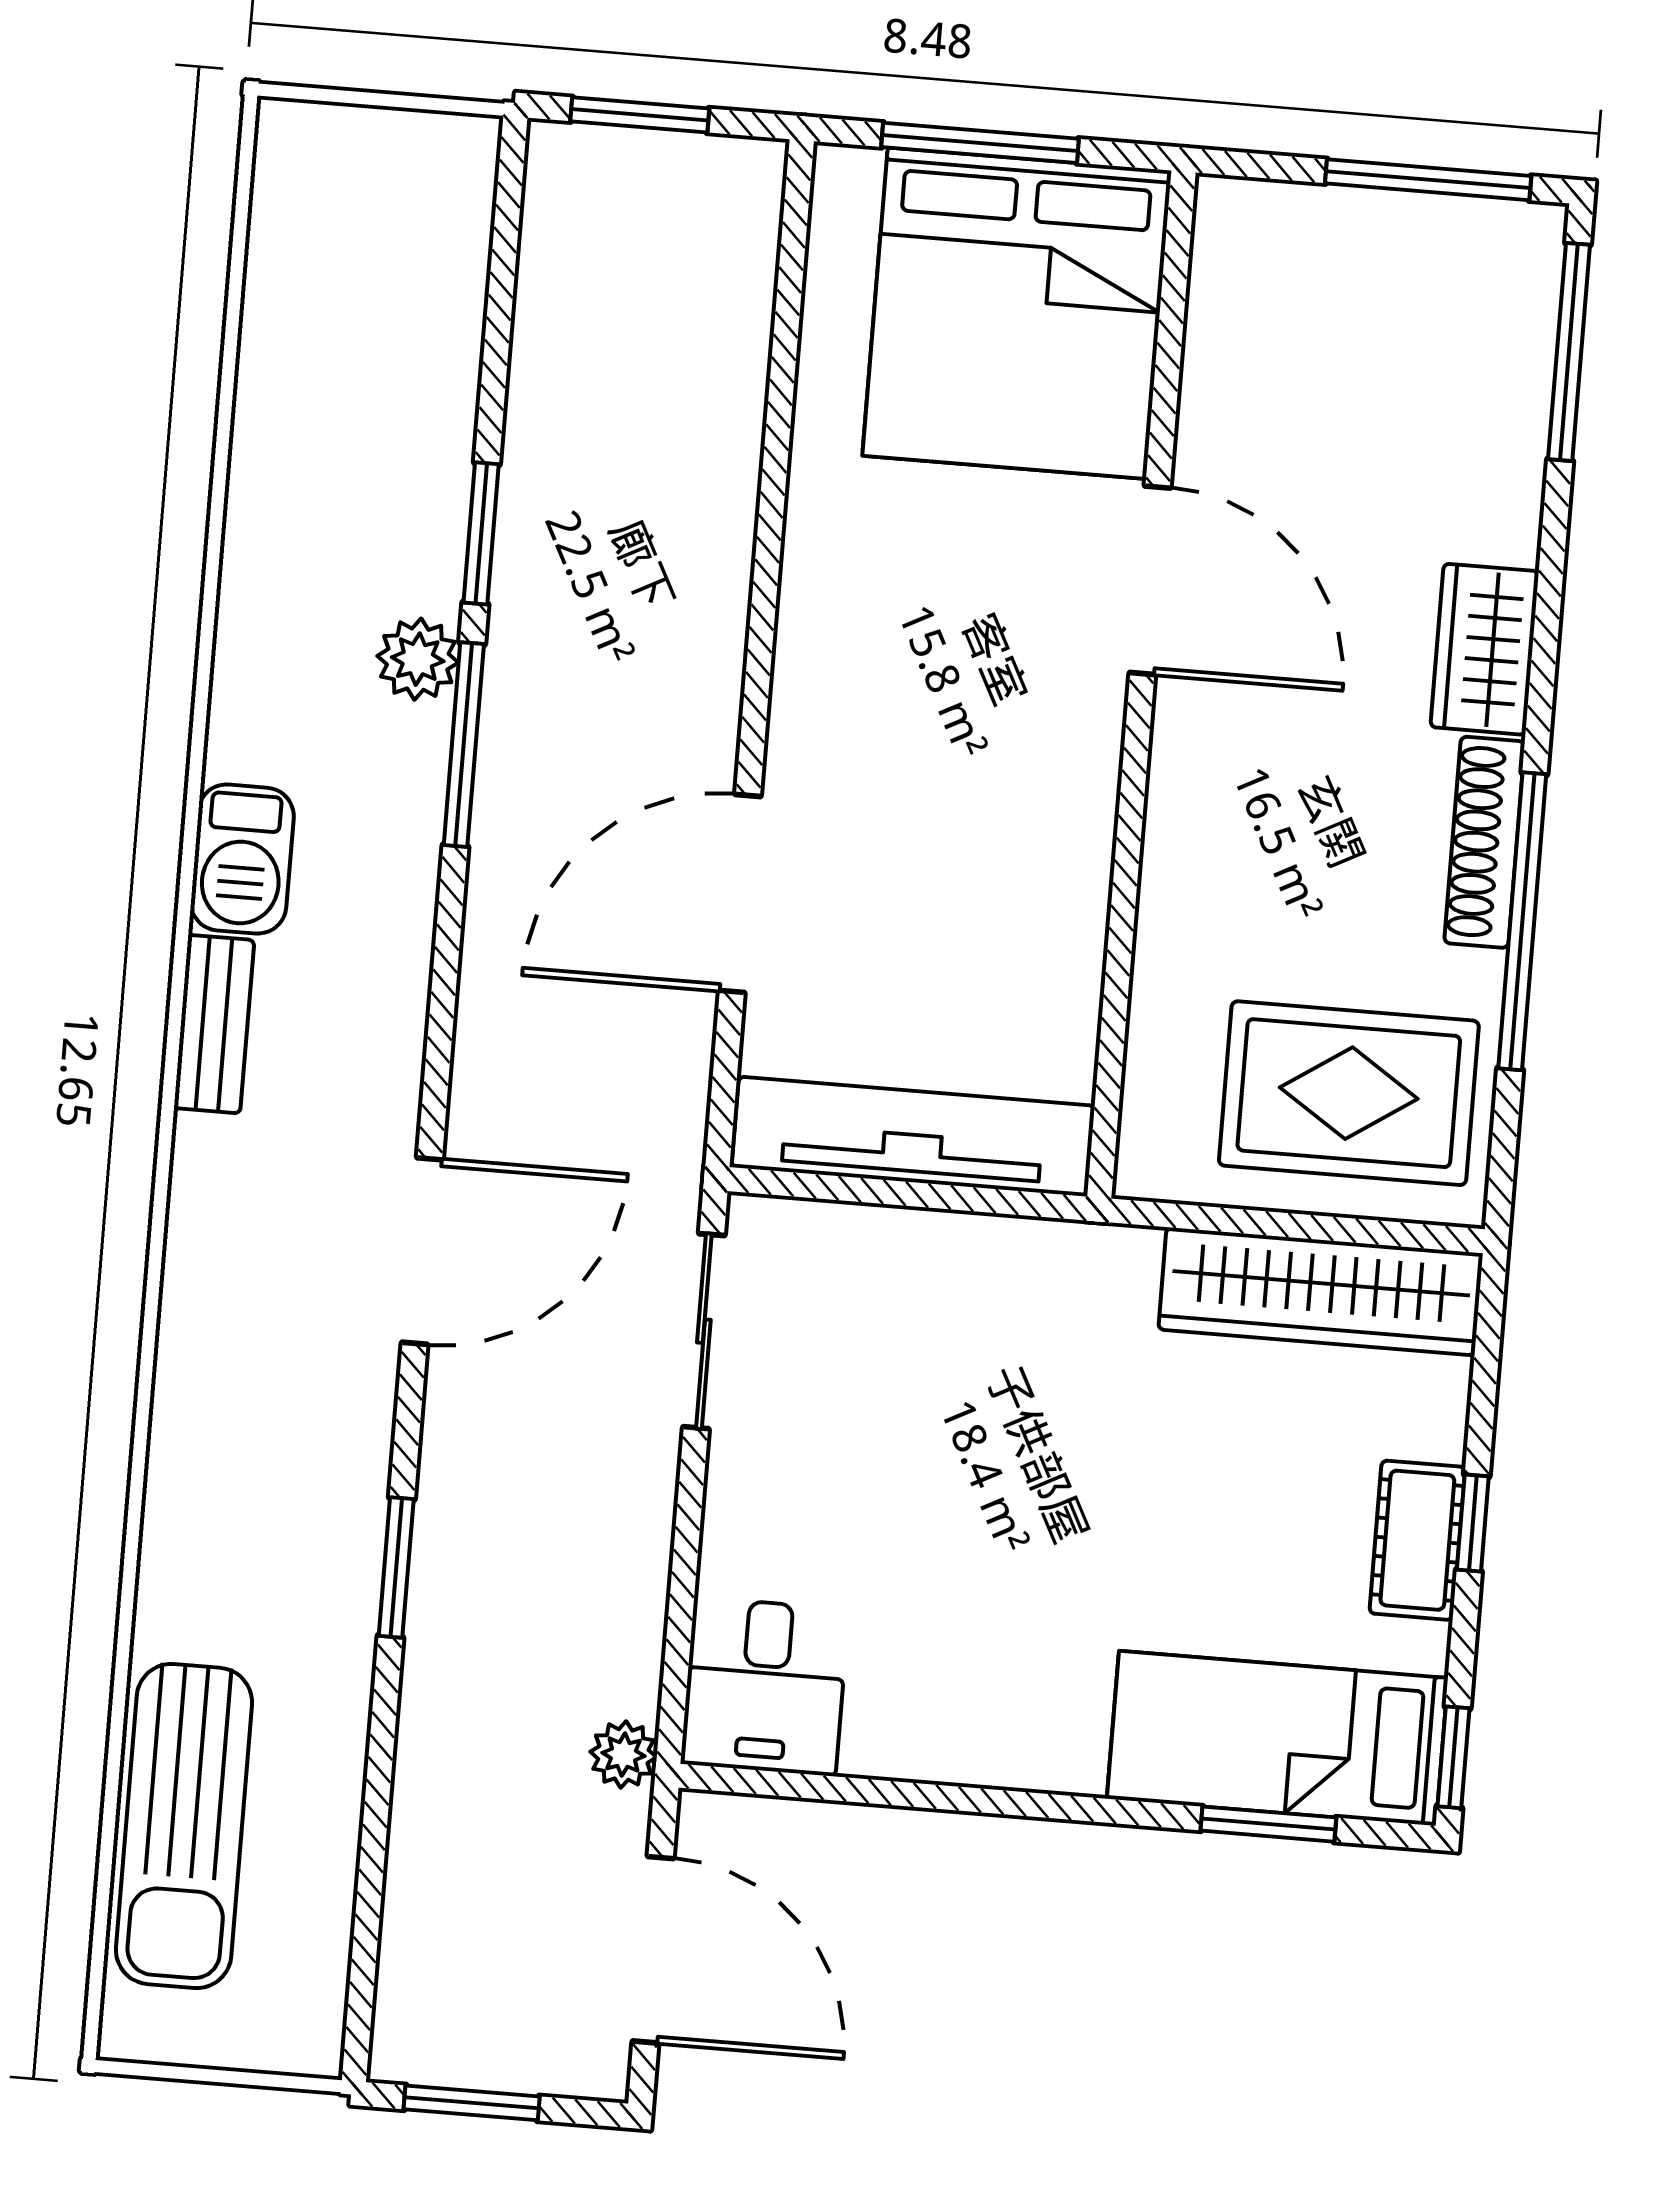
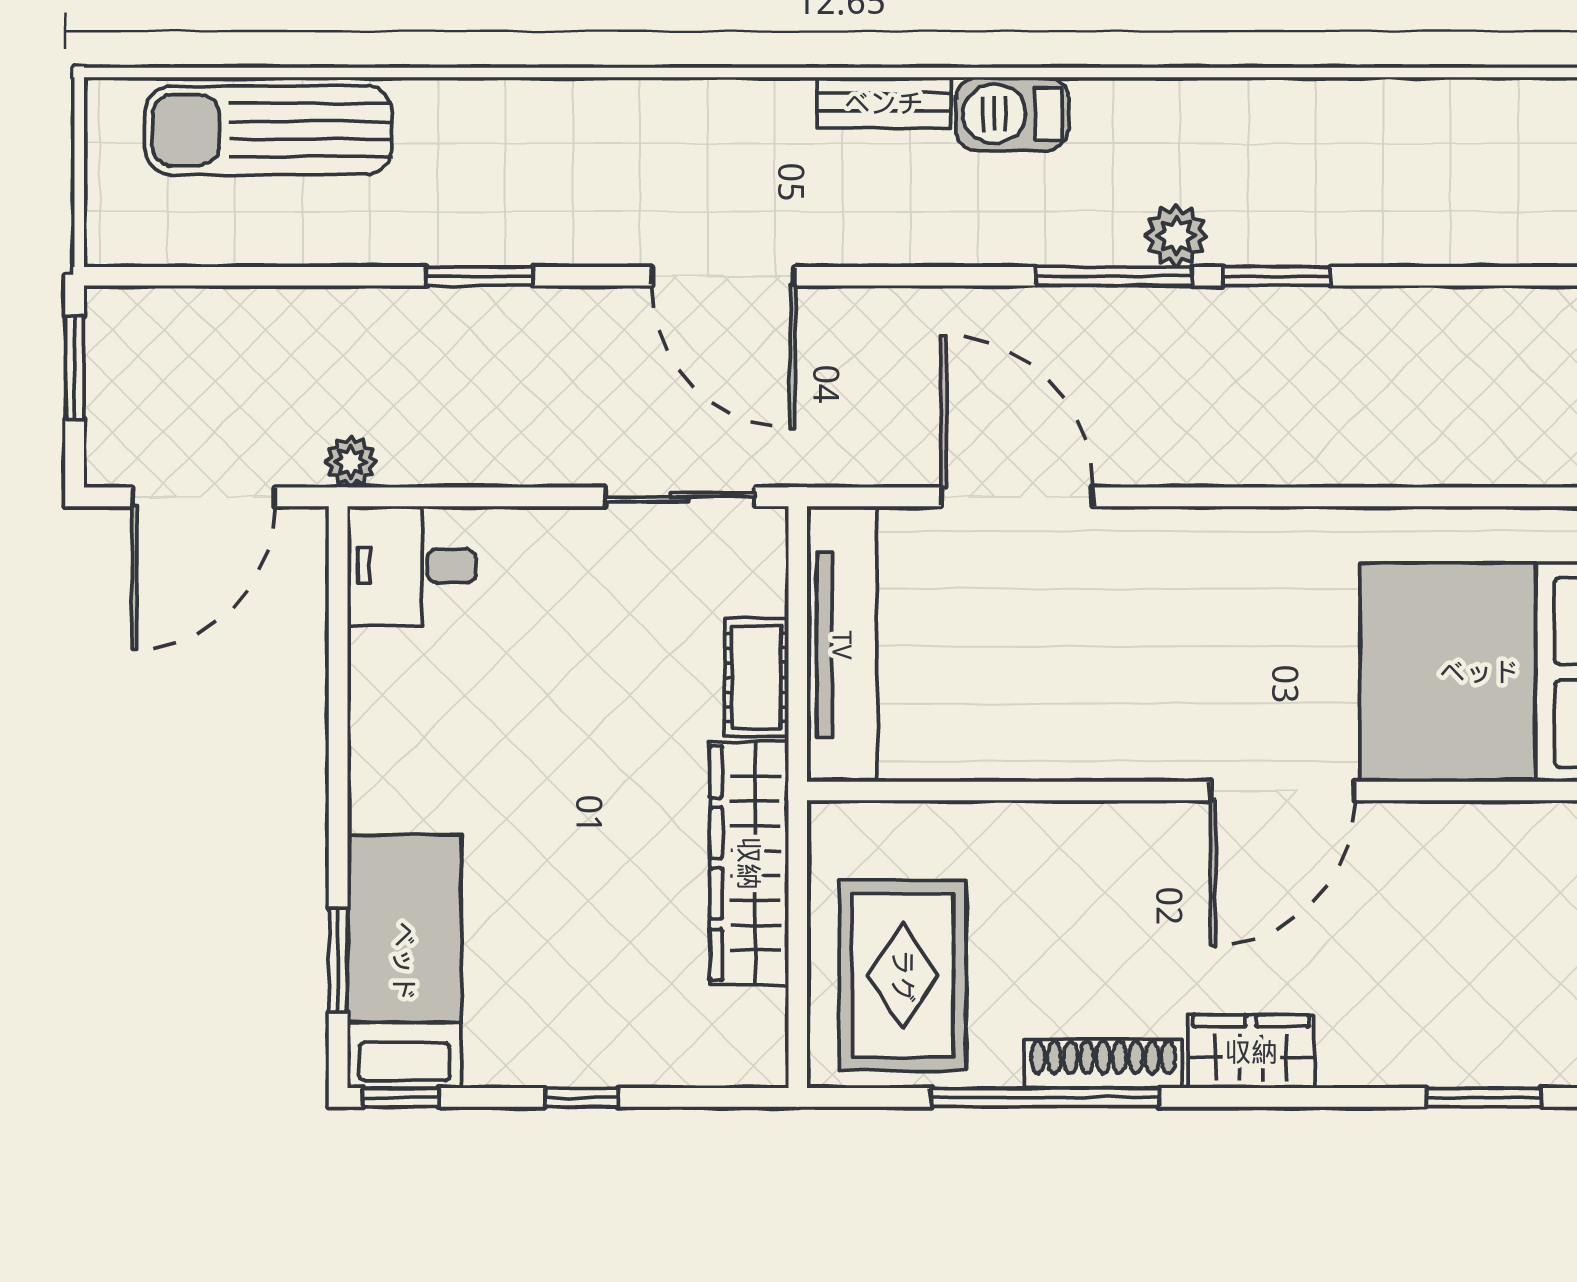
window: (1569, 352) -> (1484, 1097), width x0.69
wardrobe: (1321, 1291) -> (749, 863), moved
cot: (1417, 1540) -> (756, 677), moved, turned 90

